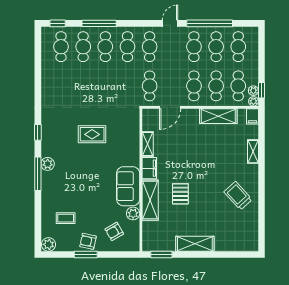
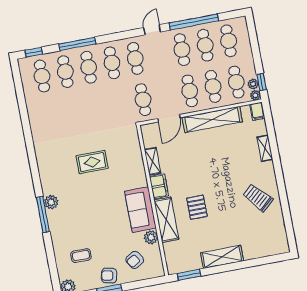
shelving: (218, 116) -> (212, 119), width x1.47
window: (38, 132) -> (35, 171), removed

